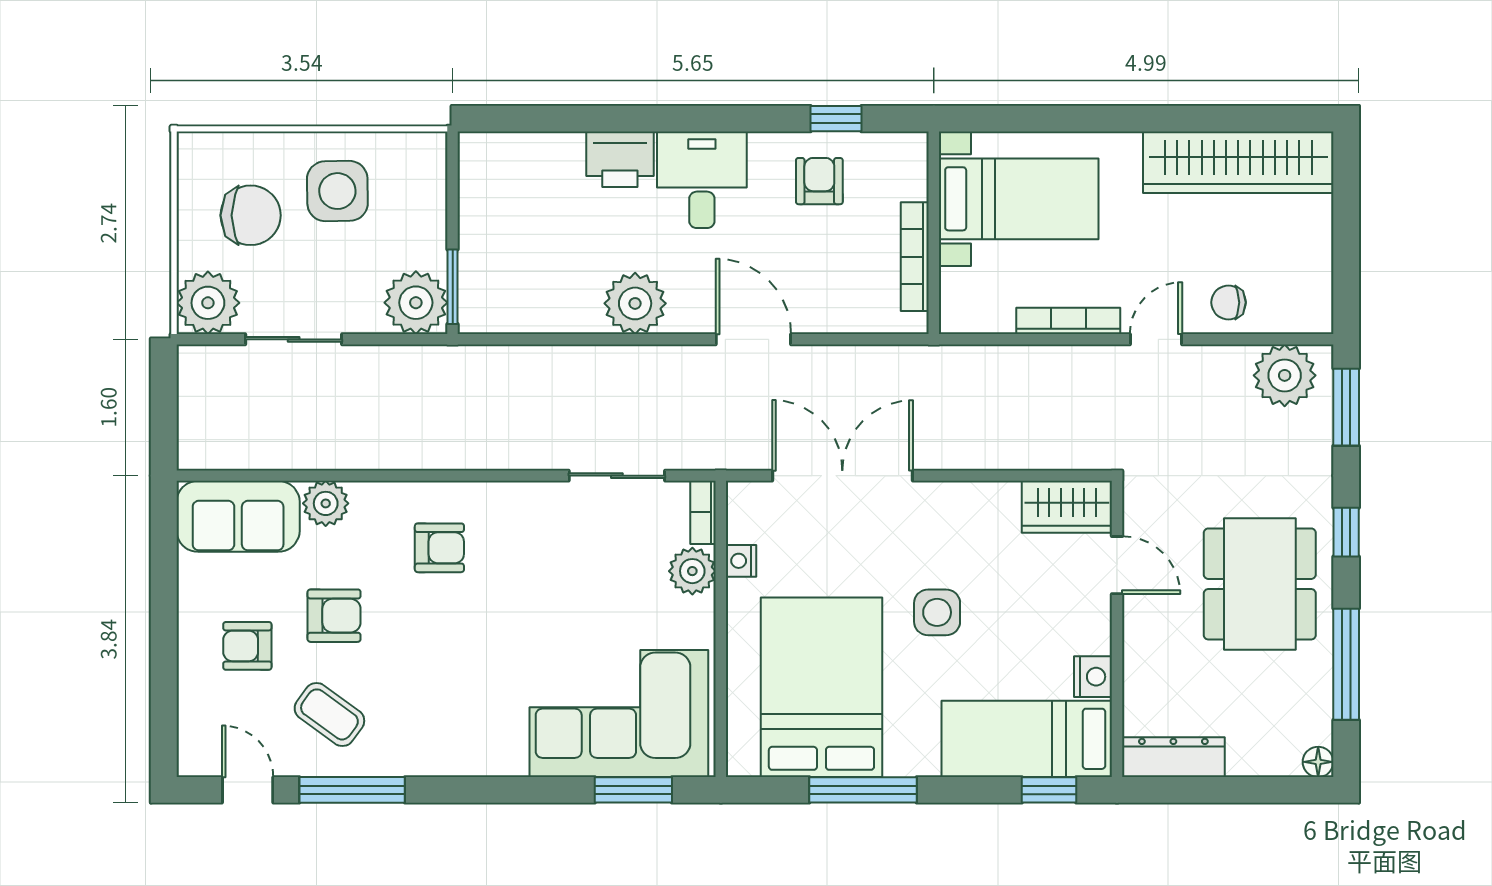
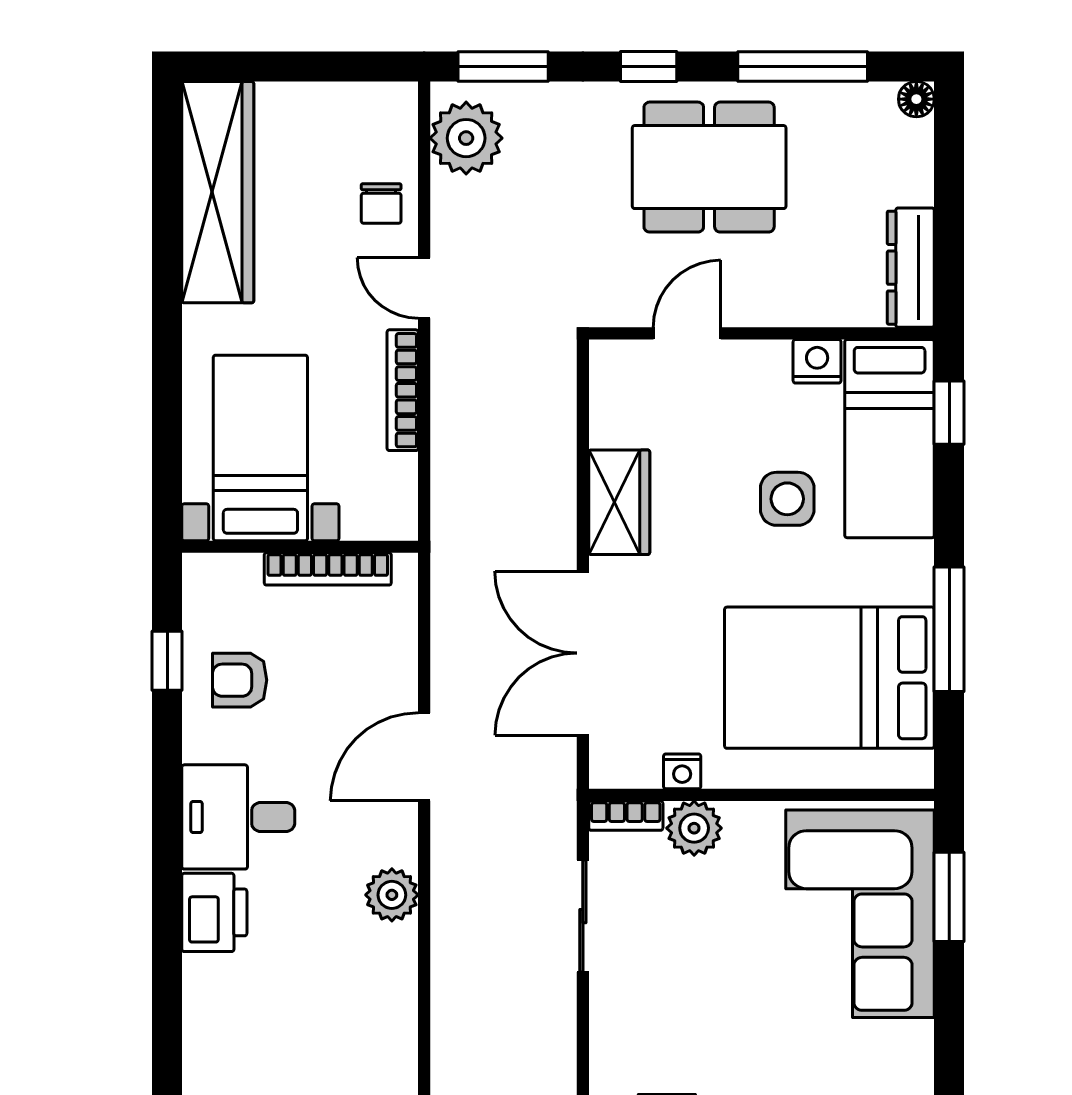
plant: (635, 303) -> (392, 895), width x0.73, depth x0.73
wardrobe: (1067, 507) -> (619, 502), moved
side table: (937, 612) -> (787, 499), moved

